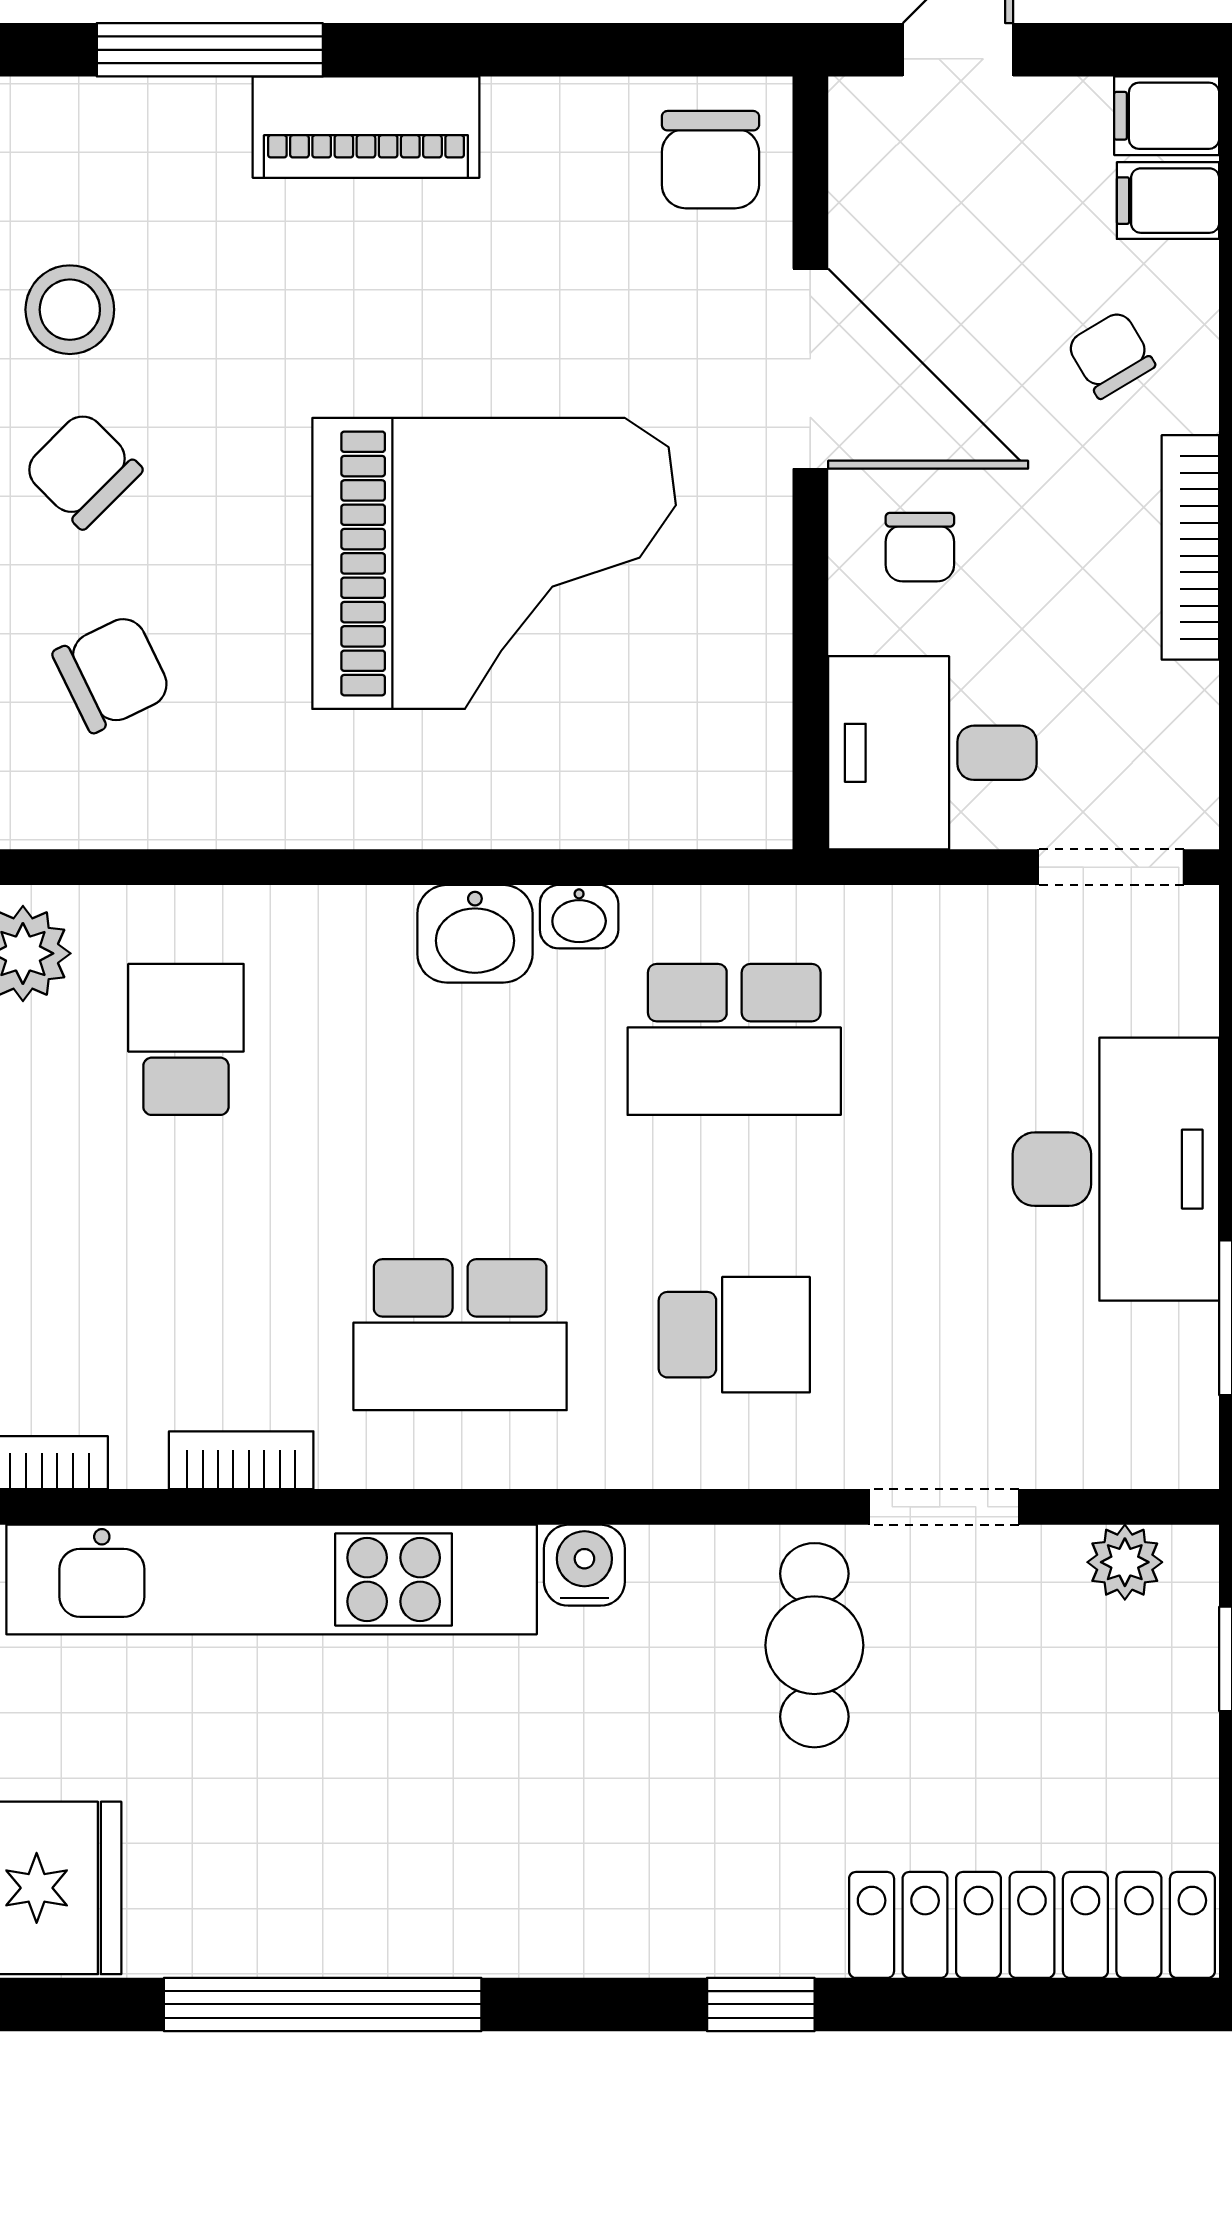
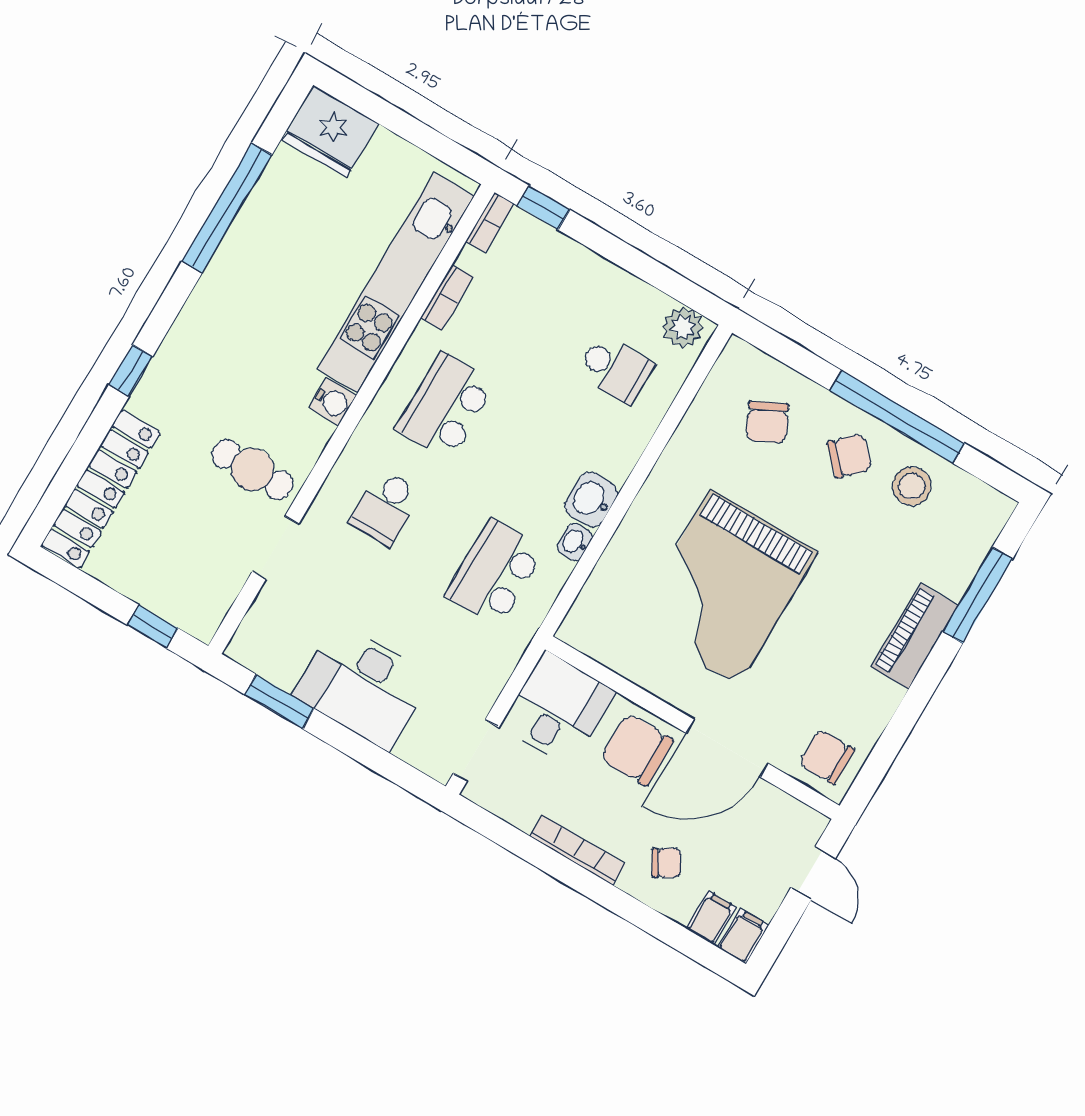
chair: (920, 547) -> (637, 750), width x1.87, depth x1.87
plant: (1125, 1562) -> (215, 603), removed

